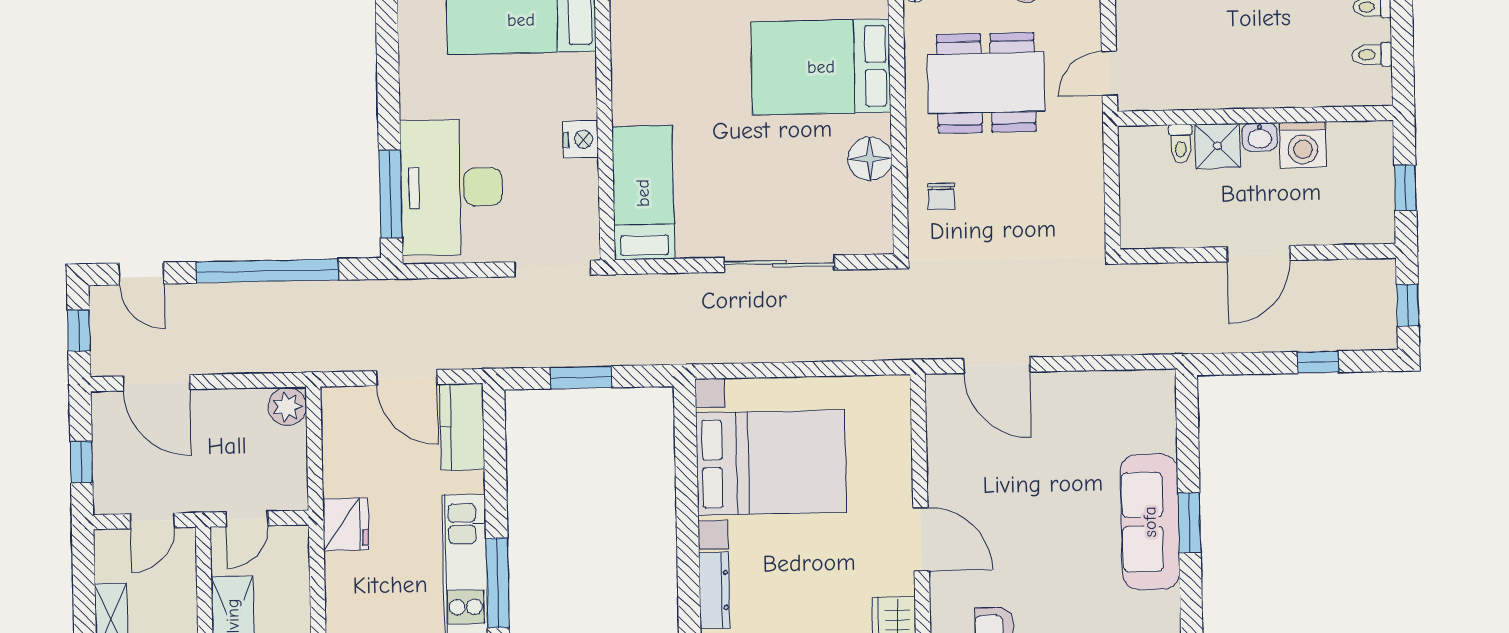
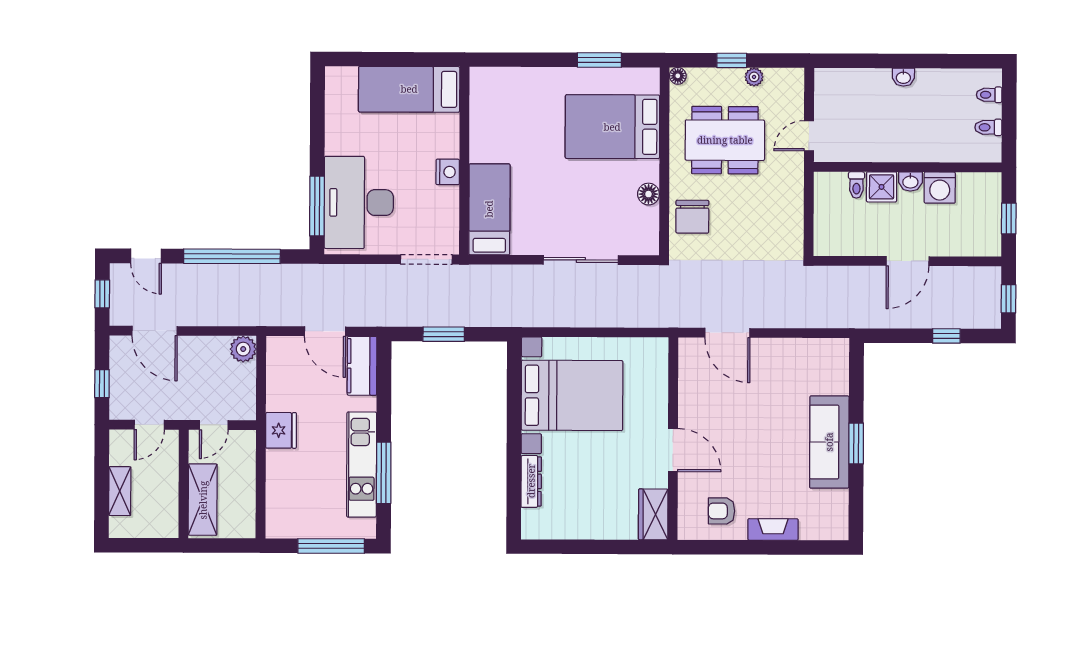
floor lamp: (870, 159) -> (648, 194), width x0.73, depth x0.73
chair: (941, 196) -> (692, 217), width x1.87, depth x1.87

